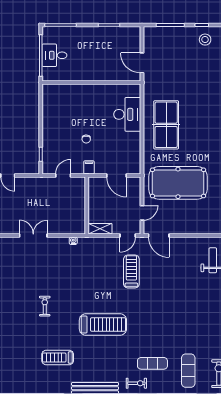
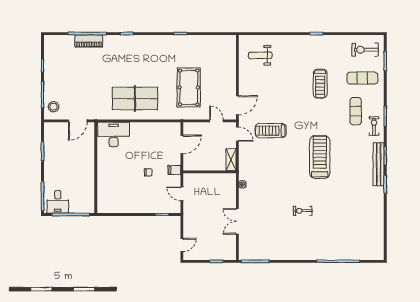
stool: (205, 40) -> (53, 107), moved
desk: (54, 55) -> (58, 202), moved
desk: (127, 114) -> (114, 134), moved
pool table: (178, 183) -> (189, 88), width x0.73, depth x0.76
treadmill: (58, 358) -> (320, 84), moved

